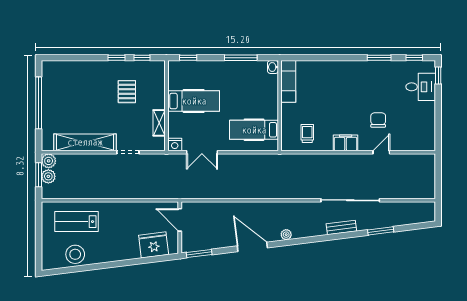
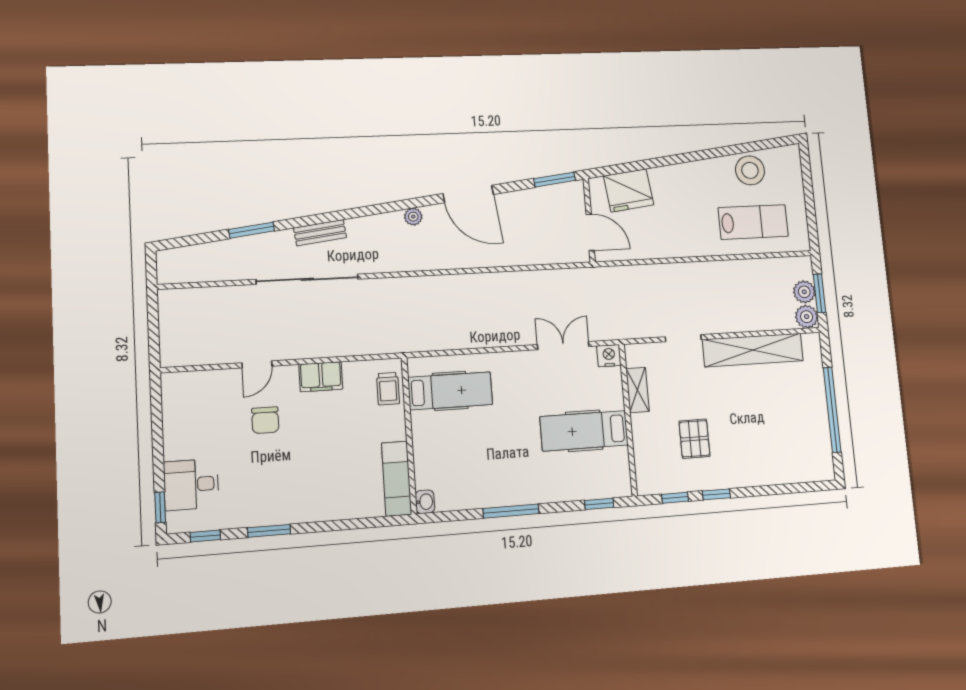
washbasin: (273, 67) -> (425, 502), moved
exam couch: (288, 81) -> (397, 479), moved
wall: (280, 106) -> (409, 435), moved
hospital bed: (254, 130) -> (450, 391), moved

